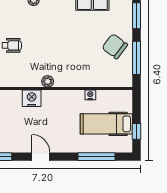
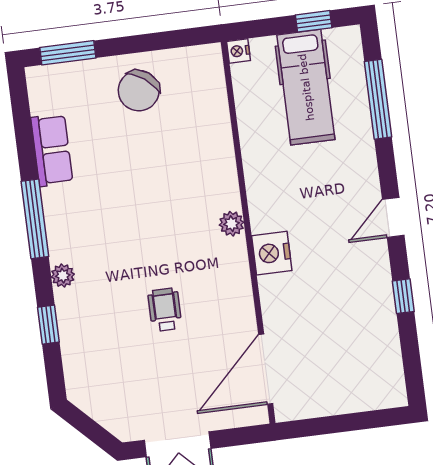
window: (136, 58) -> (158, 41), removed
nightstand: (90, 95) -> (238, 51), moved

